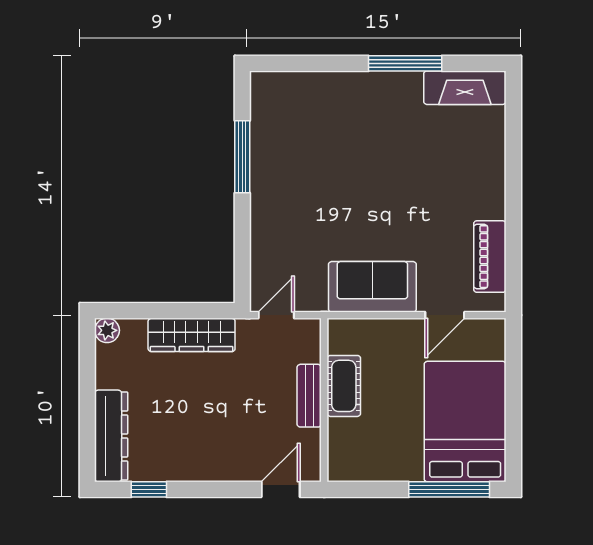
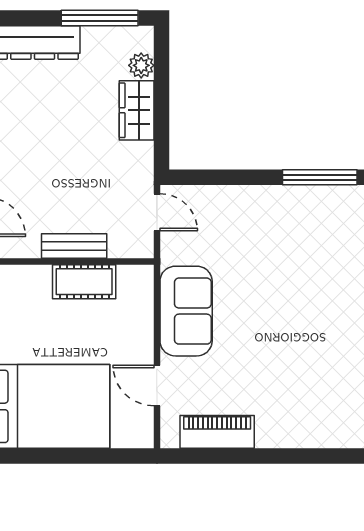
plant: (107, 330) -> (141, 65), moved
wardrobe: (192, 335) -> (137, 110), width x0.67
window: (87, 371) -> (100, 18), added

